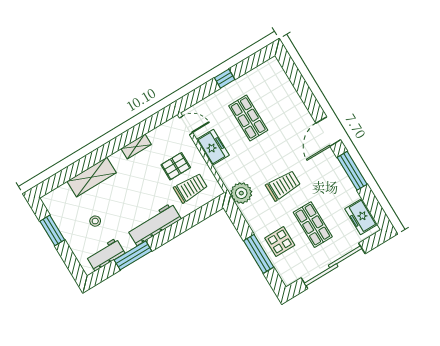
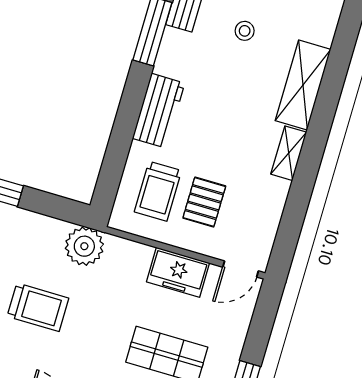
shelving: (136, 147) -> (289, 153), moved
trolley: (283, 186) -> (38, 307), turned -90
workbench: (154, 224) -> (159, 111), width x0.73

